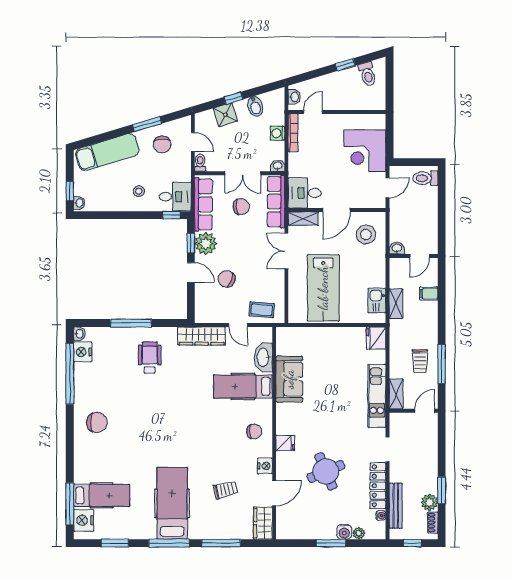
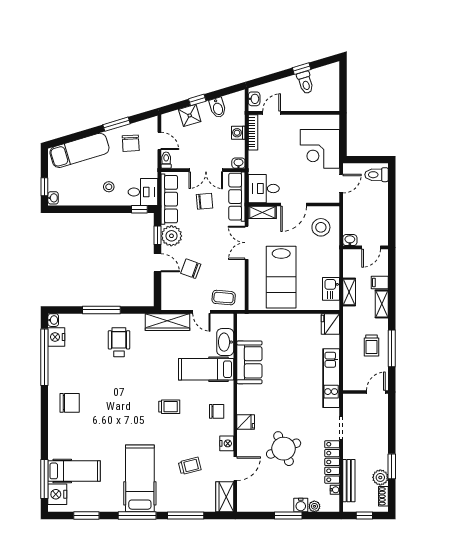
toilet: (367, 74) -> (305, 83), moved
shelving: (396, 394) -> (382, 304), moved
trolley: (203, 427) -> (169, 407), added

